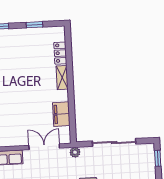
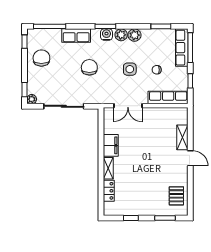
filing cabinet: (61, 114) -> (111, 145), moved
plant: (75, 152) -> (32, 99), moved

